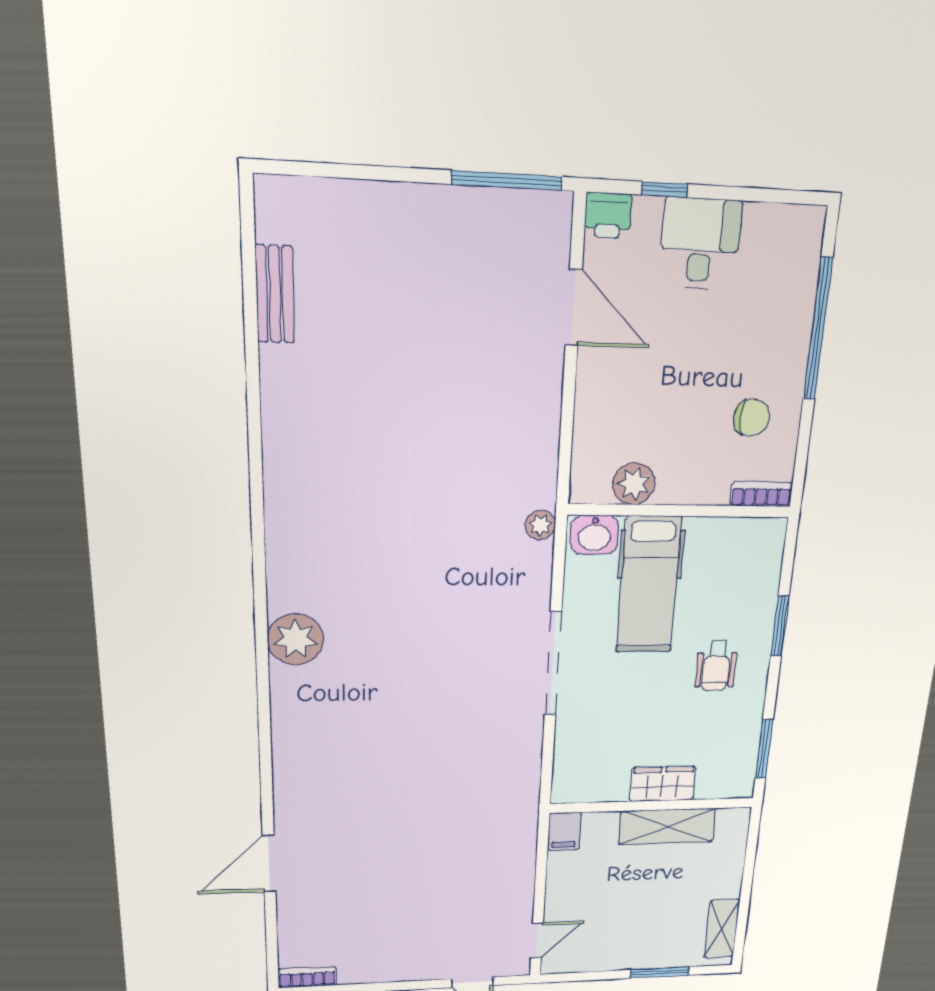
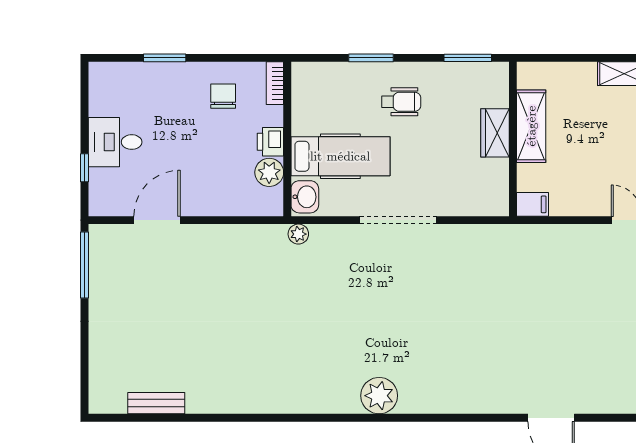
printer: (608, 216) -> (270, 142), moved, turned 180
window: (818, 329) -> (165, 58), width x0.47

